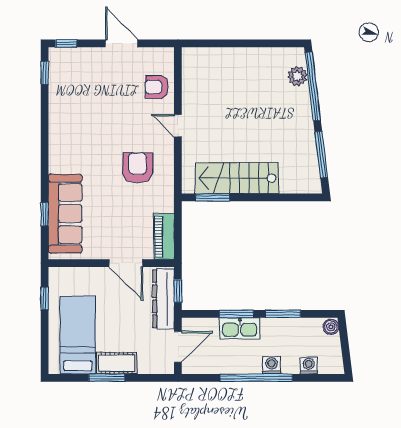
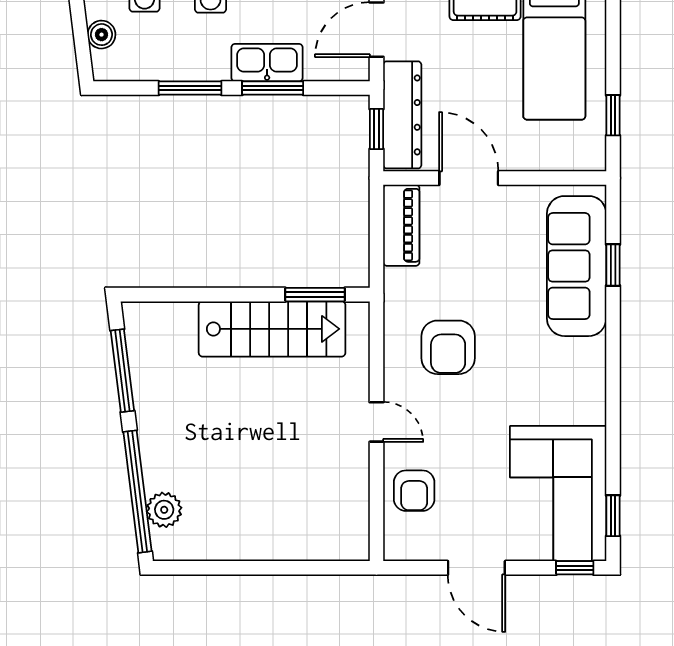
corner sofa: (76, 85) -> (558, 494), added
armchair: (157, 87) -> (414, 491), turned 90
boiler: (331, 327) -> (102, 35), moved

